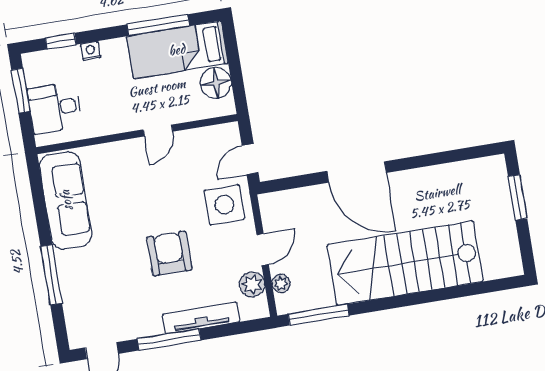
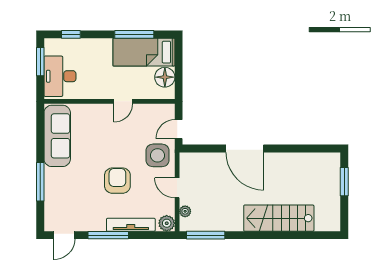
nightstand: (91, 51) -> (89, 44), removed
desk: (55, 108) -> (60, 76), width x1.37
door: (263, 249) -> (177, 188), swing flipped
stairs: (405, 263) -> (279, 218), width x0.73, depth x0.66
plant: (252, 284) -> (167, 223), moved

